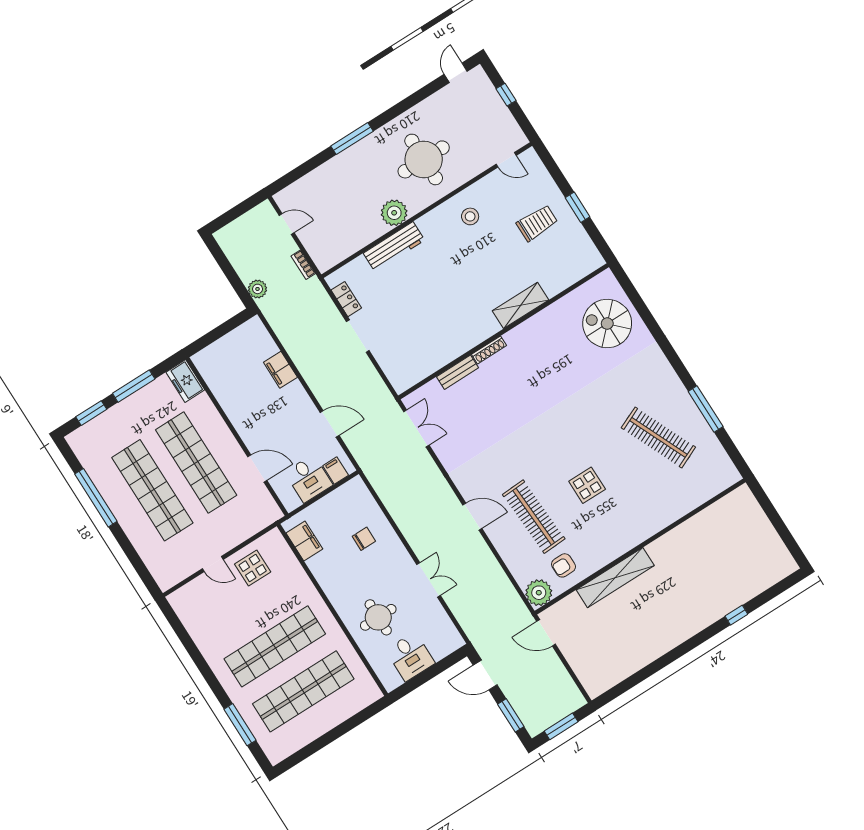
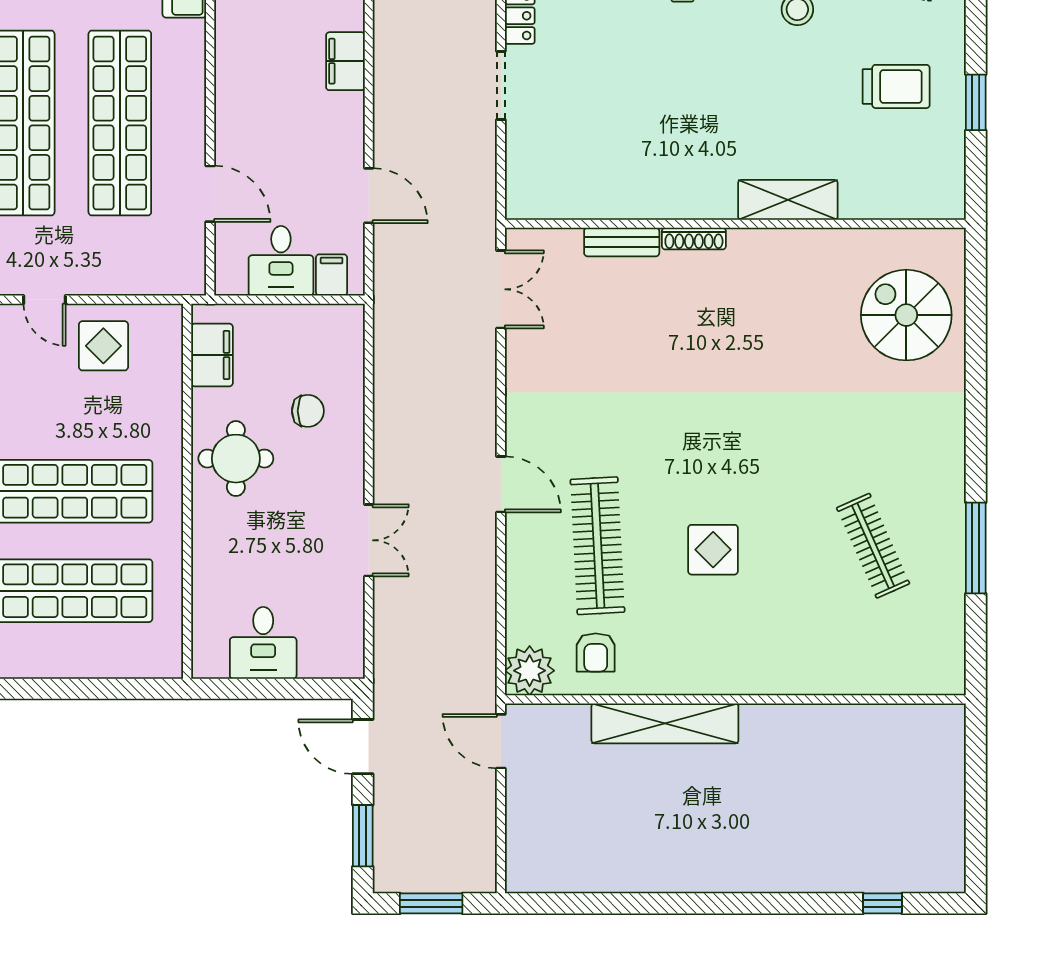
clothes rail: (658, 437) -> (873, 546), width x0.73, depth x0.76
armchair: (563, 565) -> (596, 652), turned -90
window: (736, 615) -> (883, 903), moved
round table: (378, 617) -> (236, 459), moved

